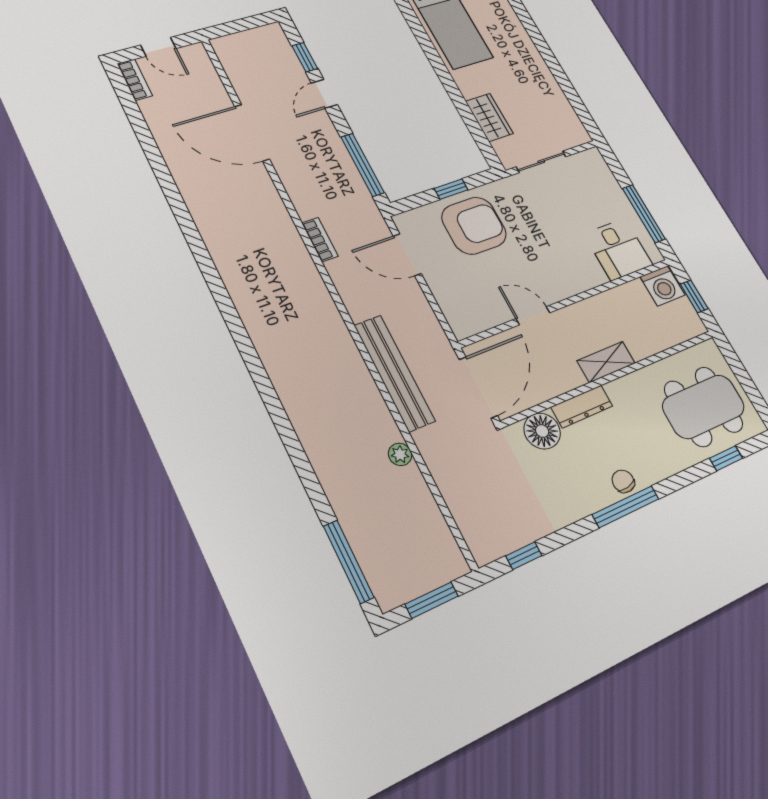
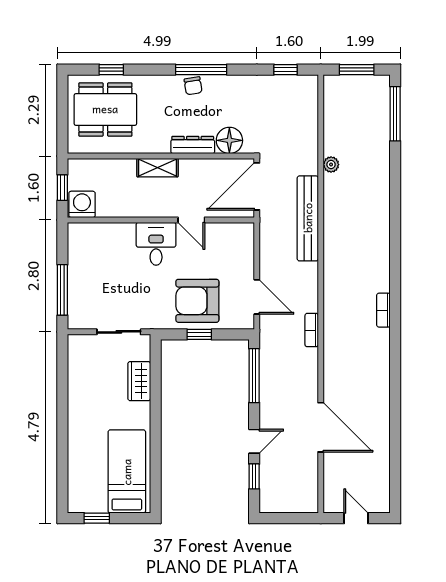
bookcase: (135, 80) -> (383, 310), moved
window: (644, 214) -> (62, 290), moved
desk: (618, 249) -> (156, 244), moved

